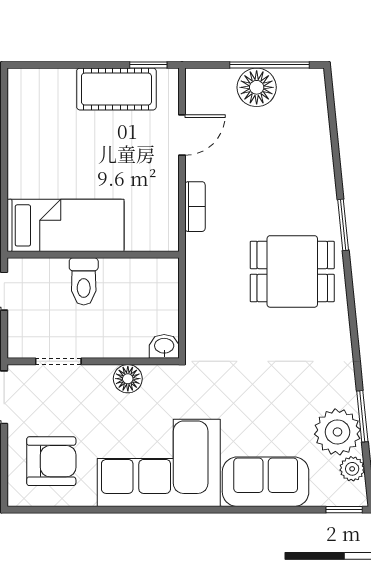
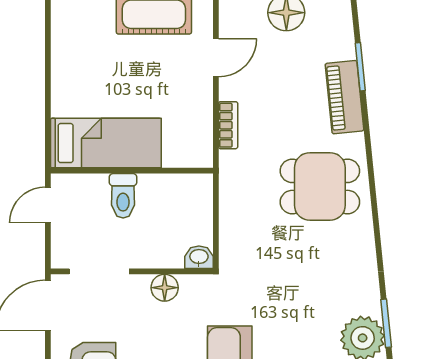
piano: (318, 177) -> (344, 97), added
window: (343, 225) -> (360, 67), moved
doorway: (58, 361) -> (99, 271), width x1.38

